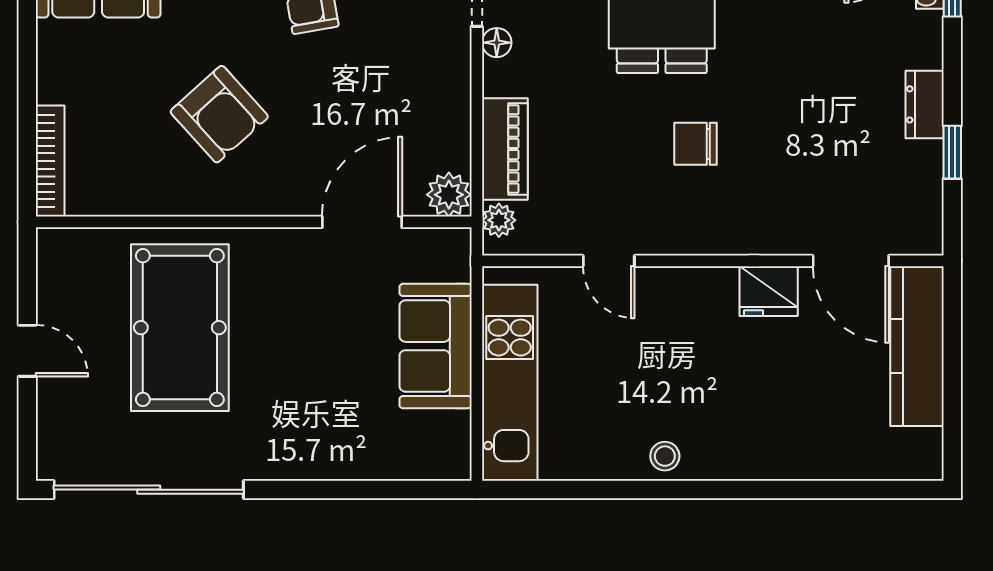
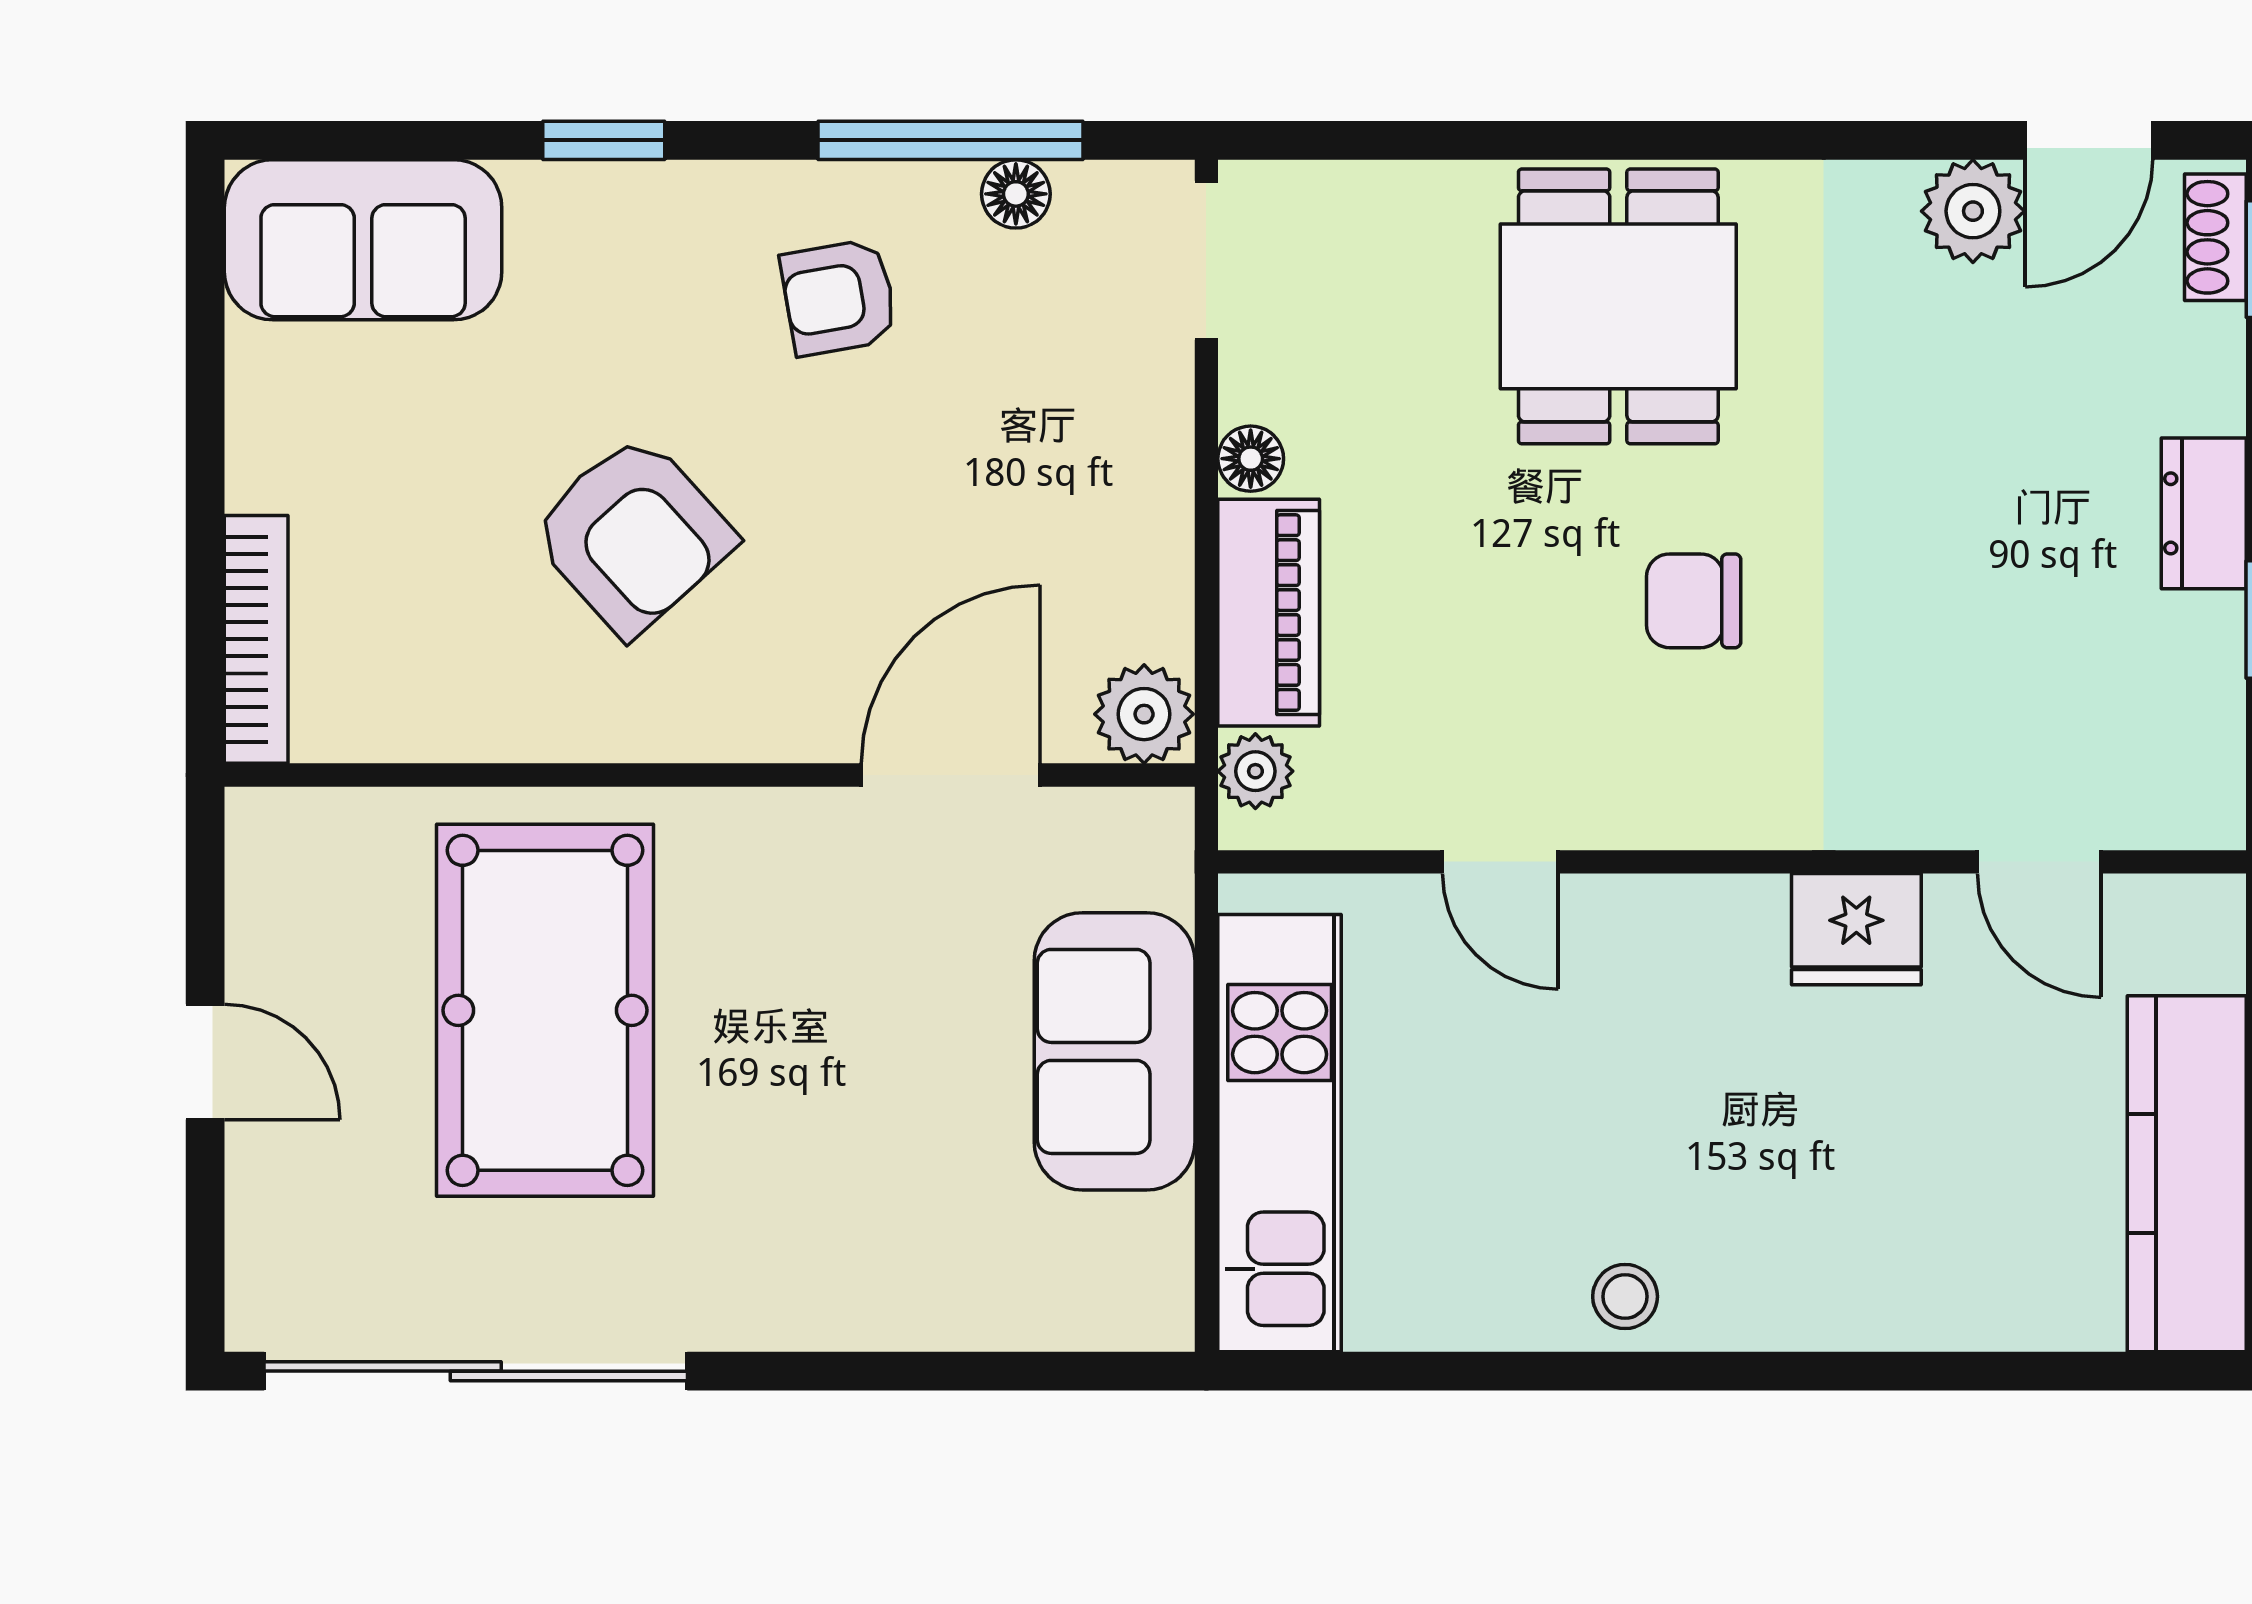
floor lamp: (497, 43) -> (1251, 459), moved
door: (851, 261) -> (2039, 862), width x0.73
kitchen counter: (917, 346) -> (2187, 1174), moved

